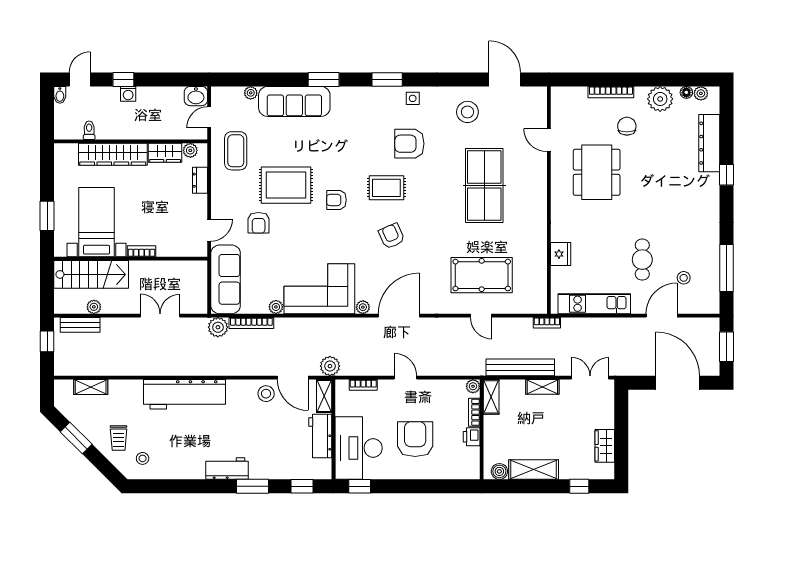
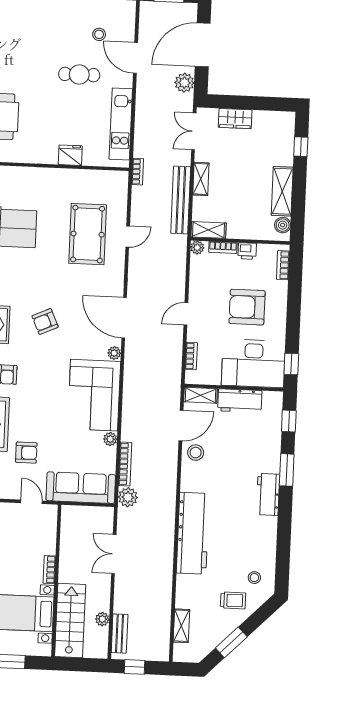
plant: (330, 366) -> (184, 83), moved
wardrobe: (605, 446) -> (235, 119), moved
bookcase: (459, 474) -> (283, 265), added

